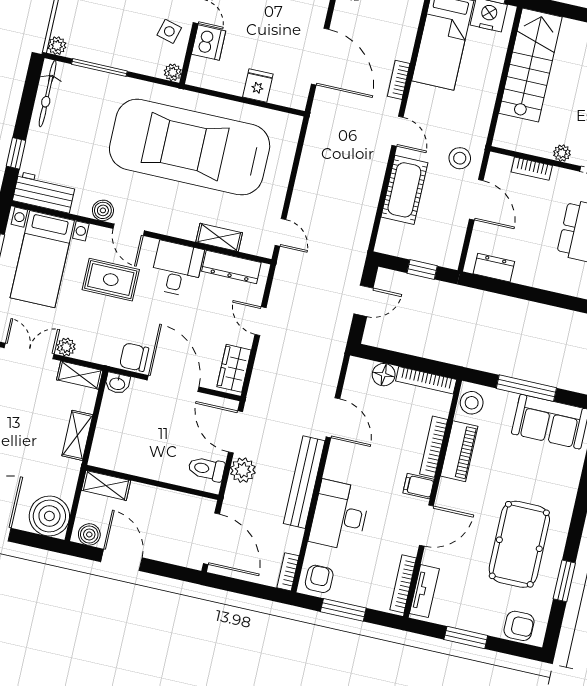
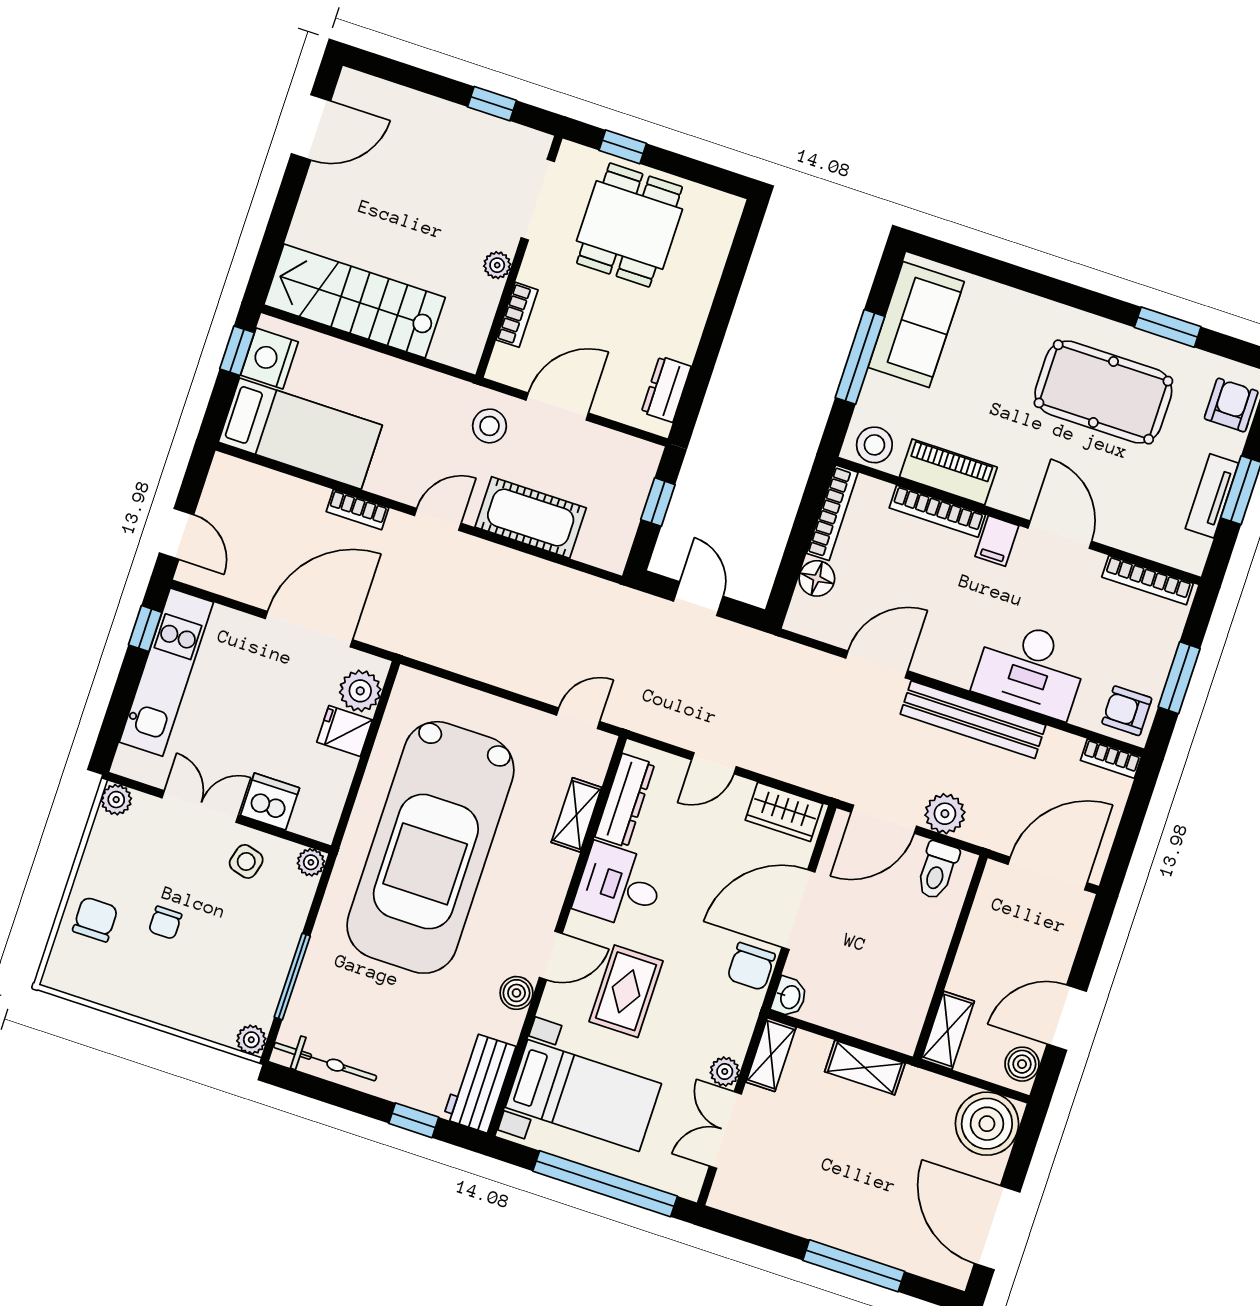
plant: (284, 93) -> (360, 691), added
tv unit: (424, 591) -> (1212, 496), moved, turned -90

